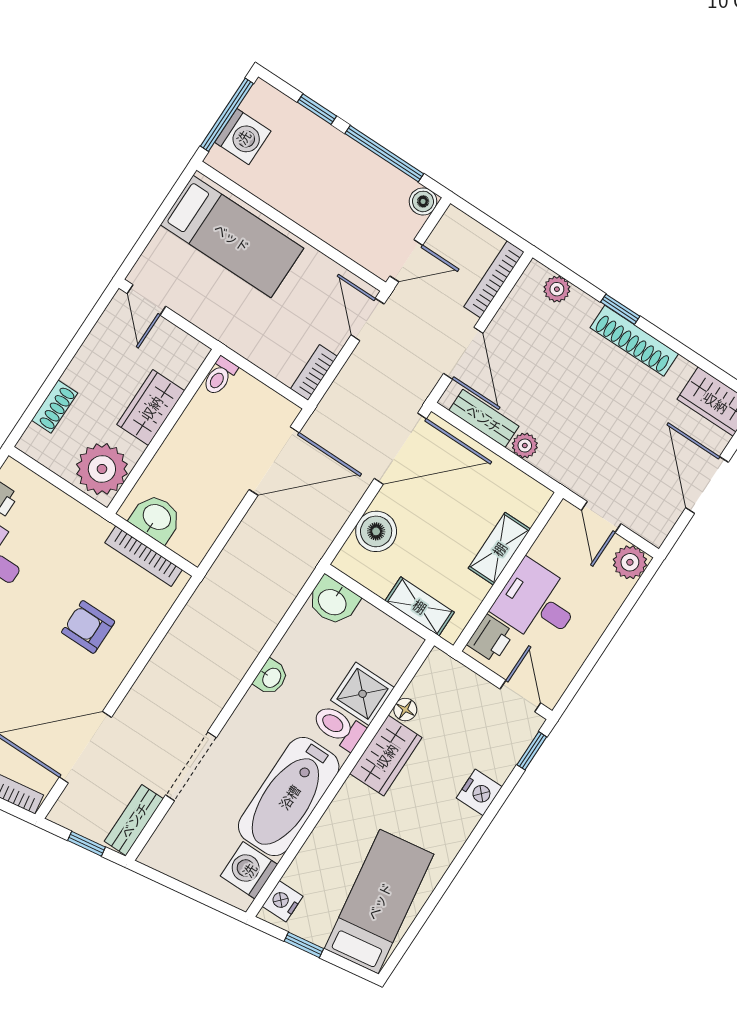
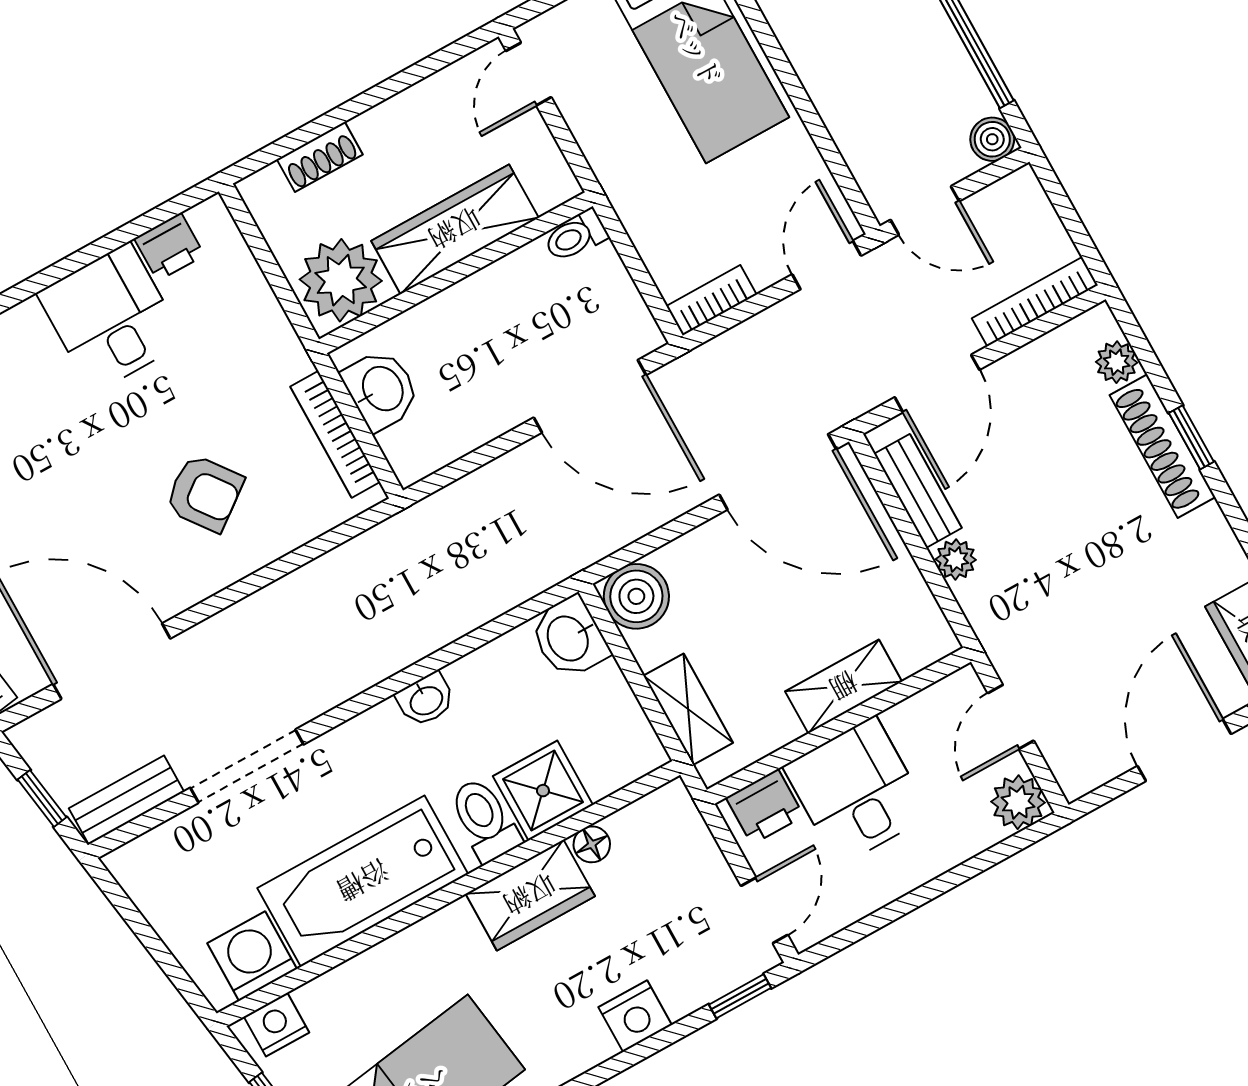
shoe rack: (634, 341) -> (1162, 446), moved
wardrobe: (151, 408) -> (455, 229), width x1.50
boiler: (376, 531) -> (636, 596), moved
armchair: (88, 627) -> (204, 493), turned 143

